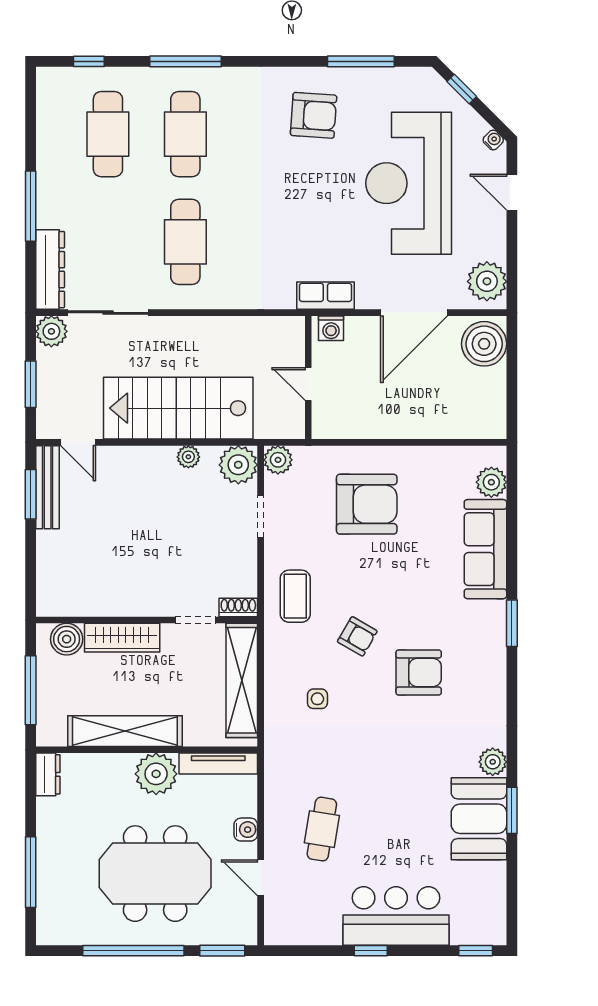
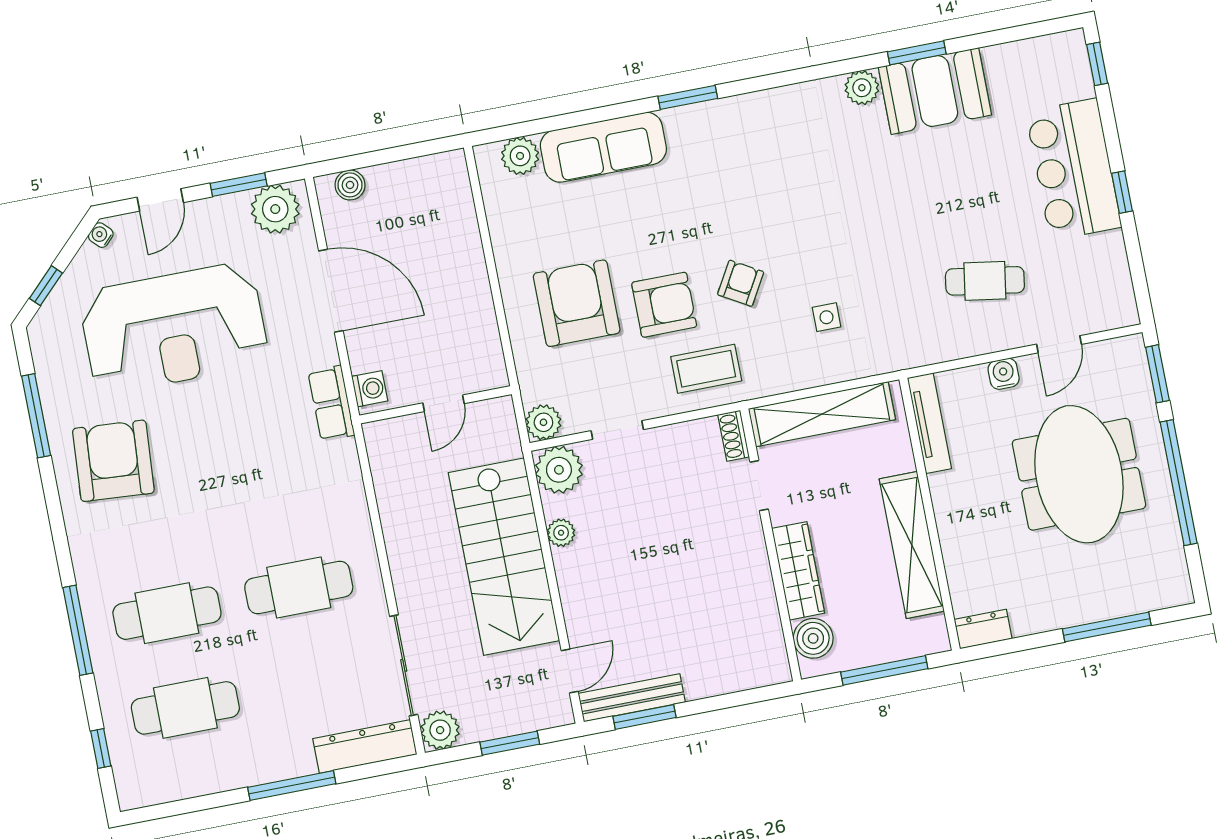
armchair: (314, 115) -> (113, 461), width x1.36, depth x1.36
window: (512, 256) -> (239, 185), added
boiler: (484, 344) -> (350, 185), width x0.54, depth x0.54
armchair: (419, 673) -> (664, 305), moved, turned 90
plant: (156, 774) -> (957, 497), removed

